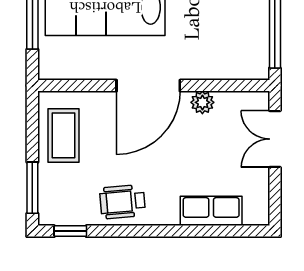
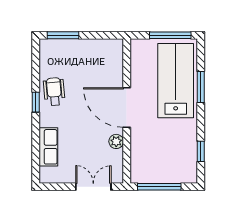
coffee table: (64, 135) -> (96, 55), removed
window: (70, 231) -> (36, 102), moved

